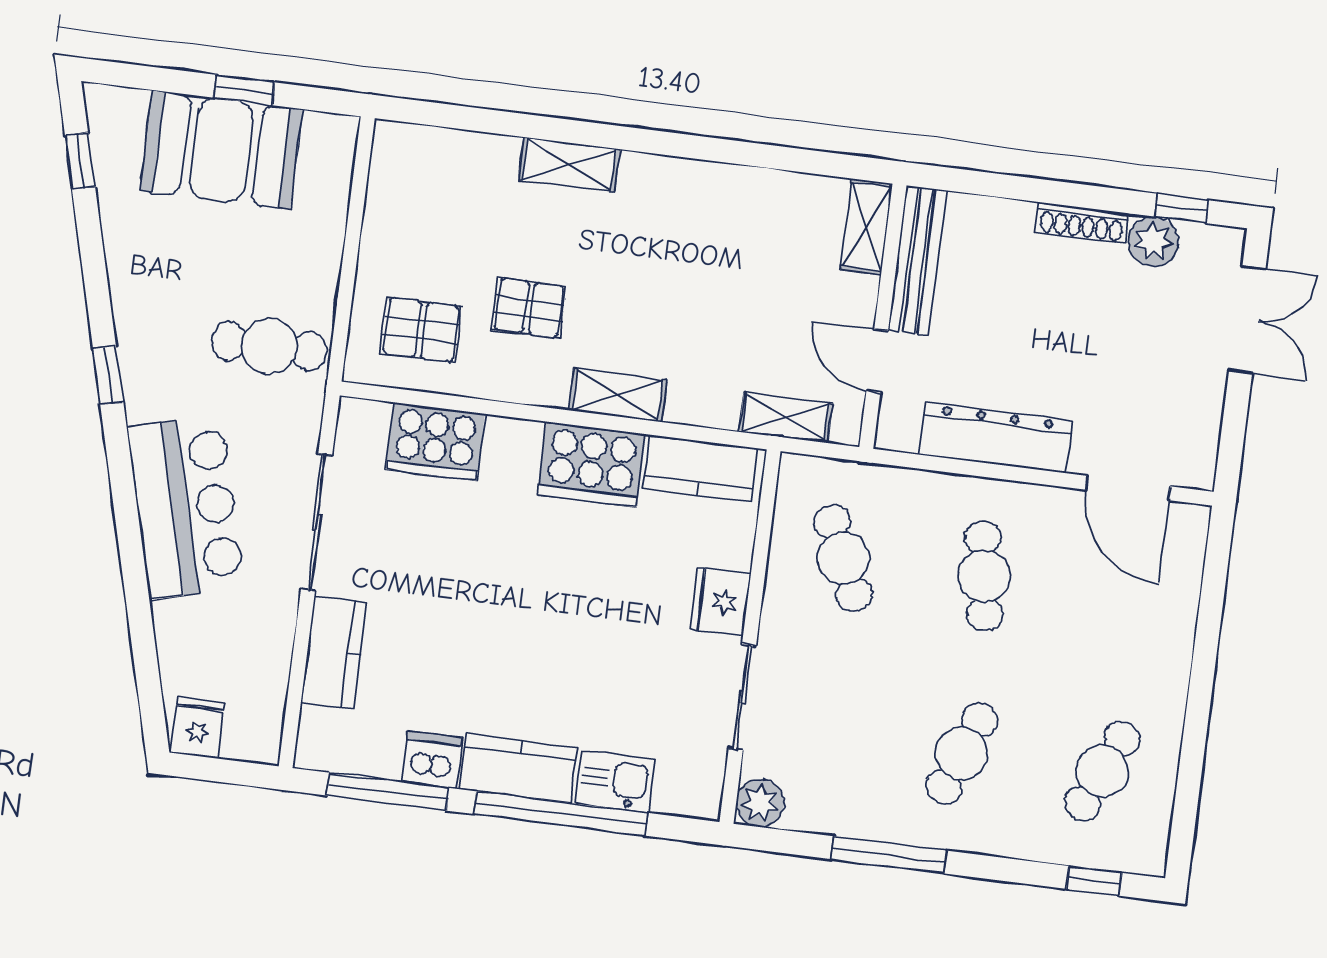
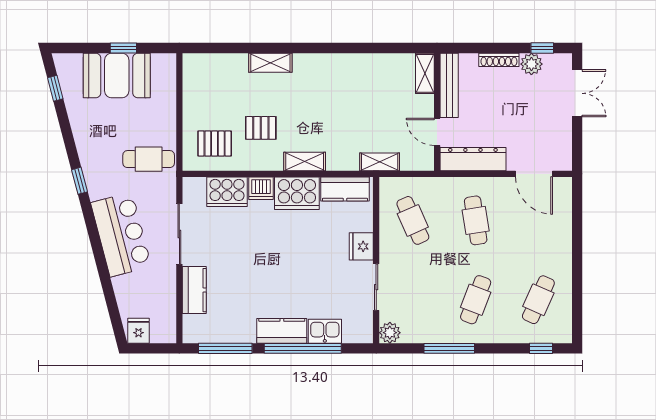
shelving: (866, 227) -> (425, 73), moved
bench: (917, 260) -> (449, 85), moved
wall: (883, 316) -> (437, 112), moved
door: (877, 361) -> (437, 132), moved
dishwasher: (432, 760) -> (261, 188), moved, turned 180

